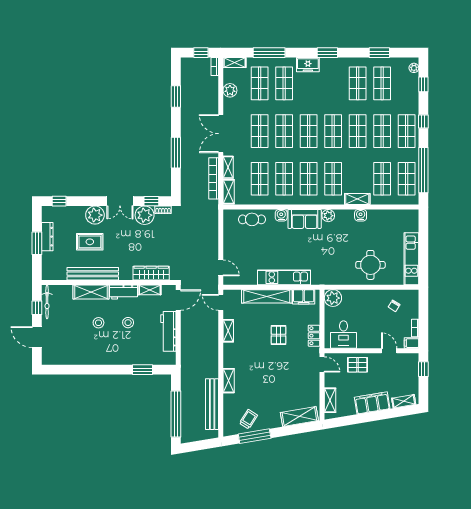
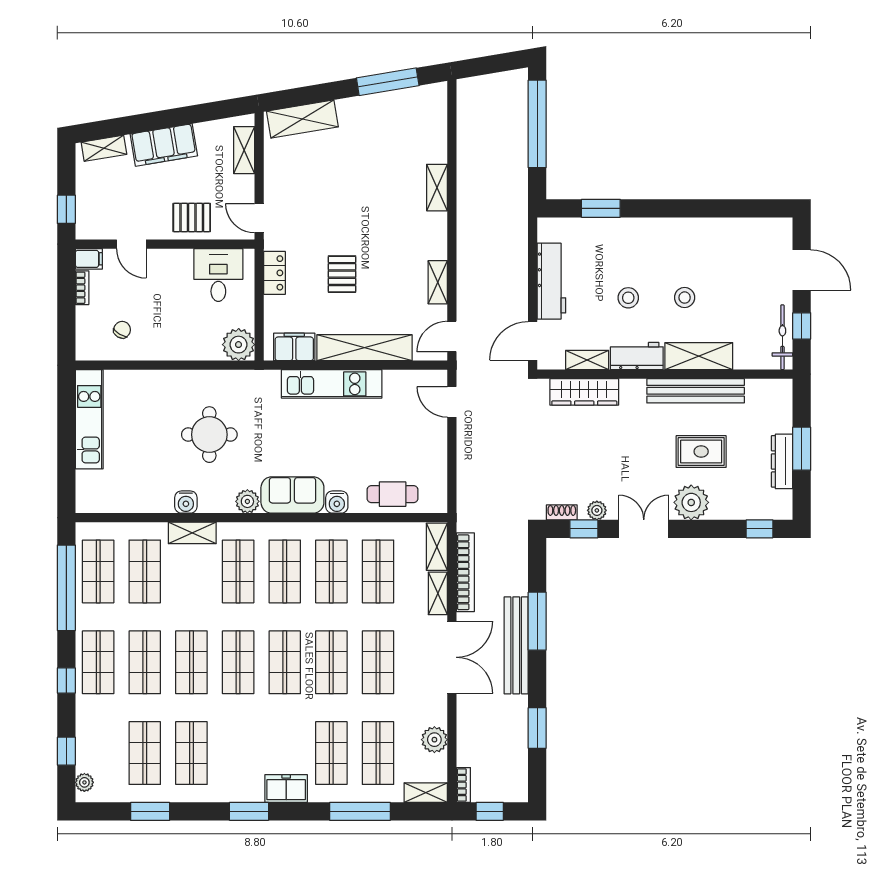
plant: (145, 215) -> (597, 510), width x0.53, depth x0.53
round table: (370, 265) -> (209, 435), moved
door: (221, 302) -> (452, 336), swing flipped
bench: (212, 404) -> (516, 645), moved
trolley: (248, 419) -> (399, 114), removed

